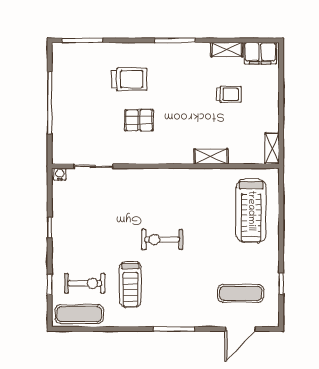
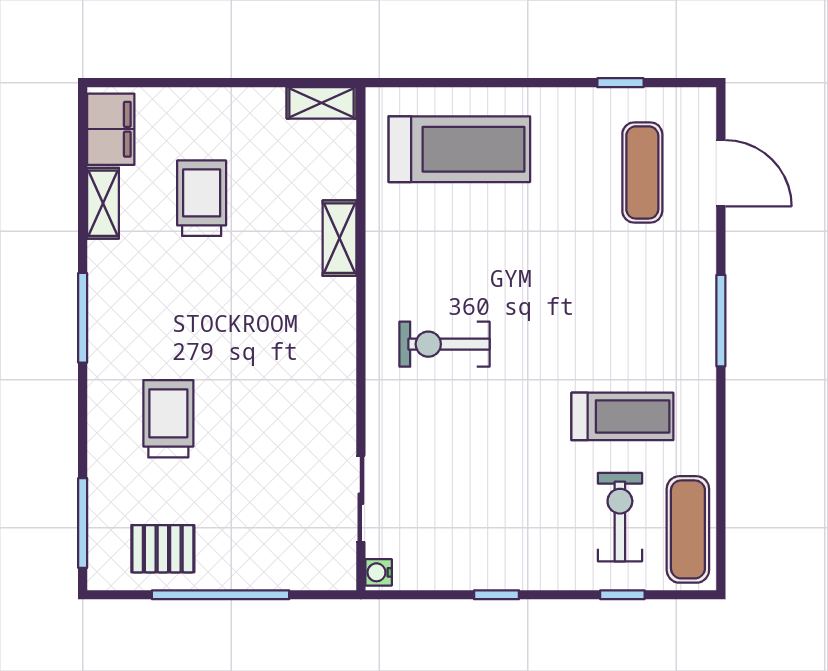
trolley: (229, 94) -> (202, 198), width x1.36, depth x1.39
pallet: (139, 120) -> (163, 549), moved, turned 90
exercise bike: (162, 240) -> (444, 344), moved, turned 90

